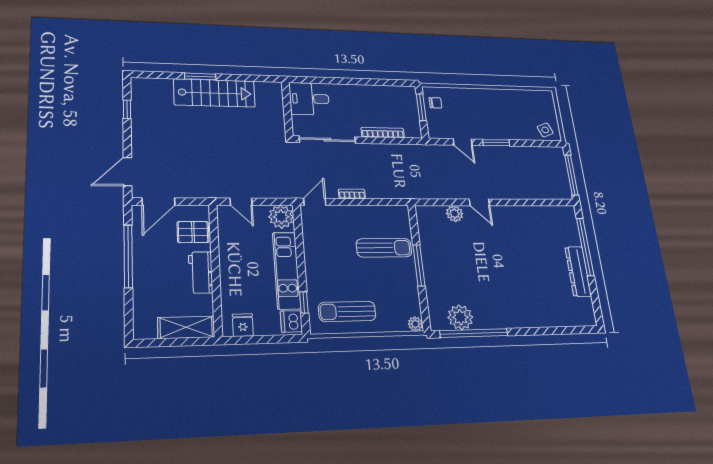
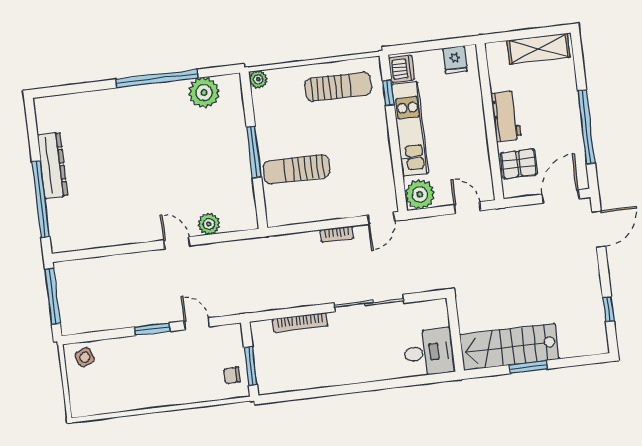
desk: (309, 99) -> (429, 352), moved
wall: (287, 109) -> (455, 334), moved
shelving: (186, 327) -> (539, 49), moved
window: (474, 333) -> (157, 79), moved

